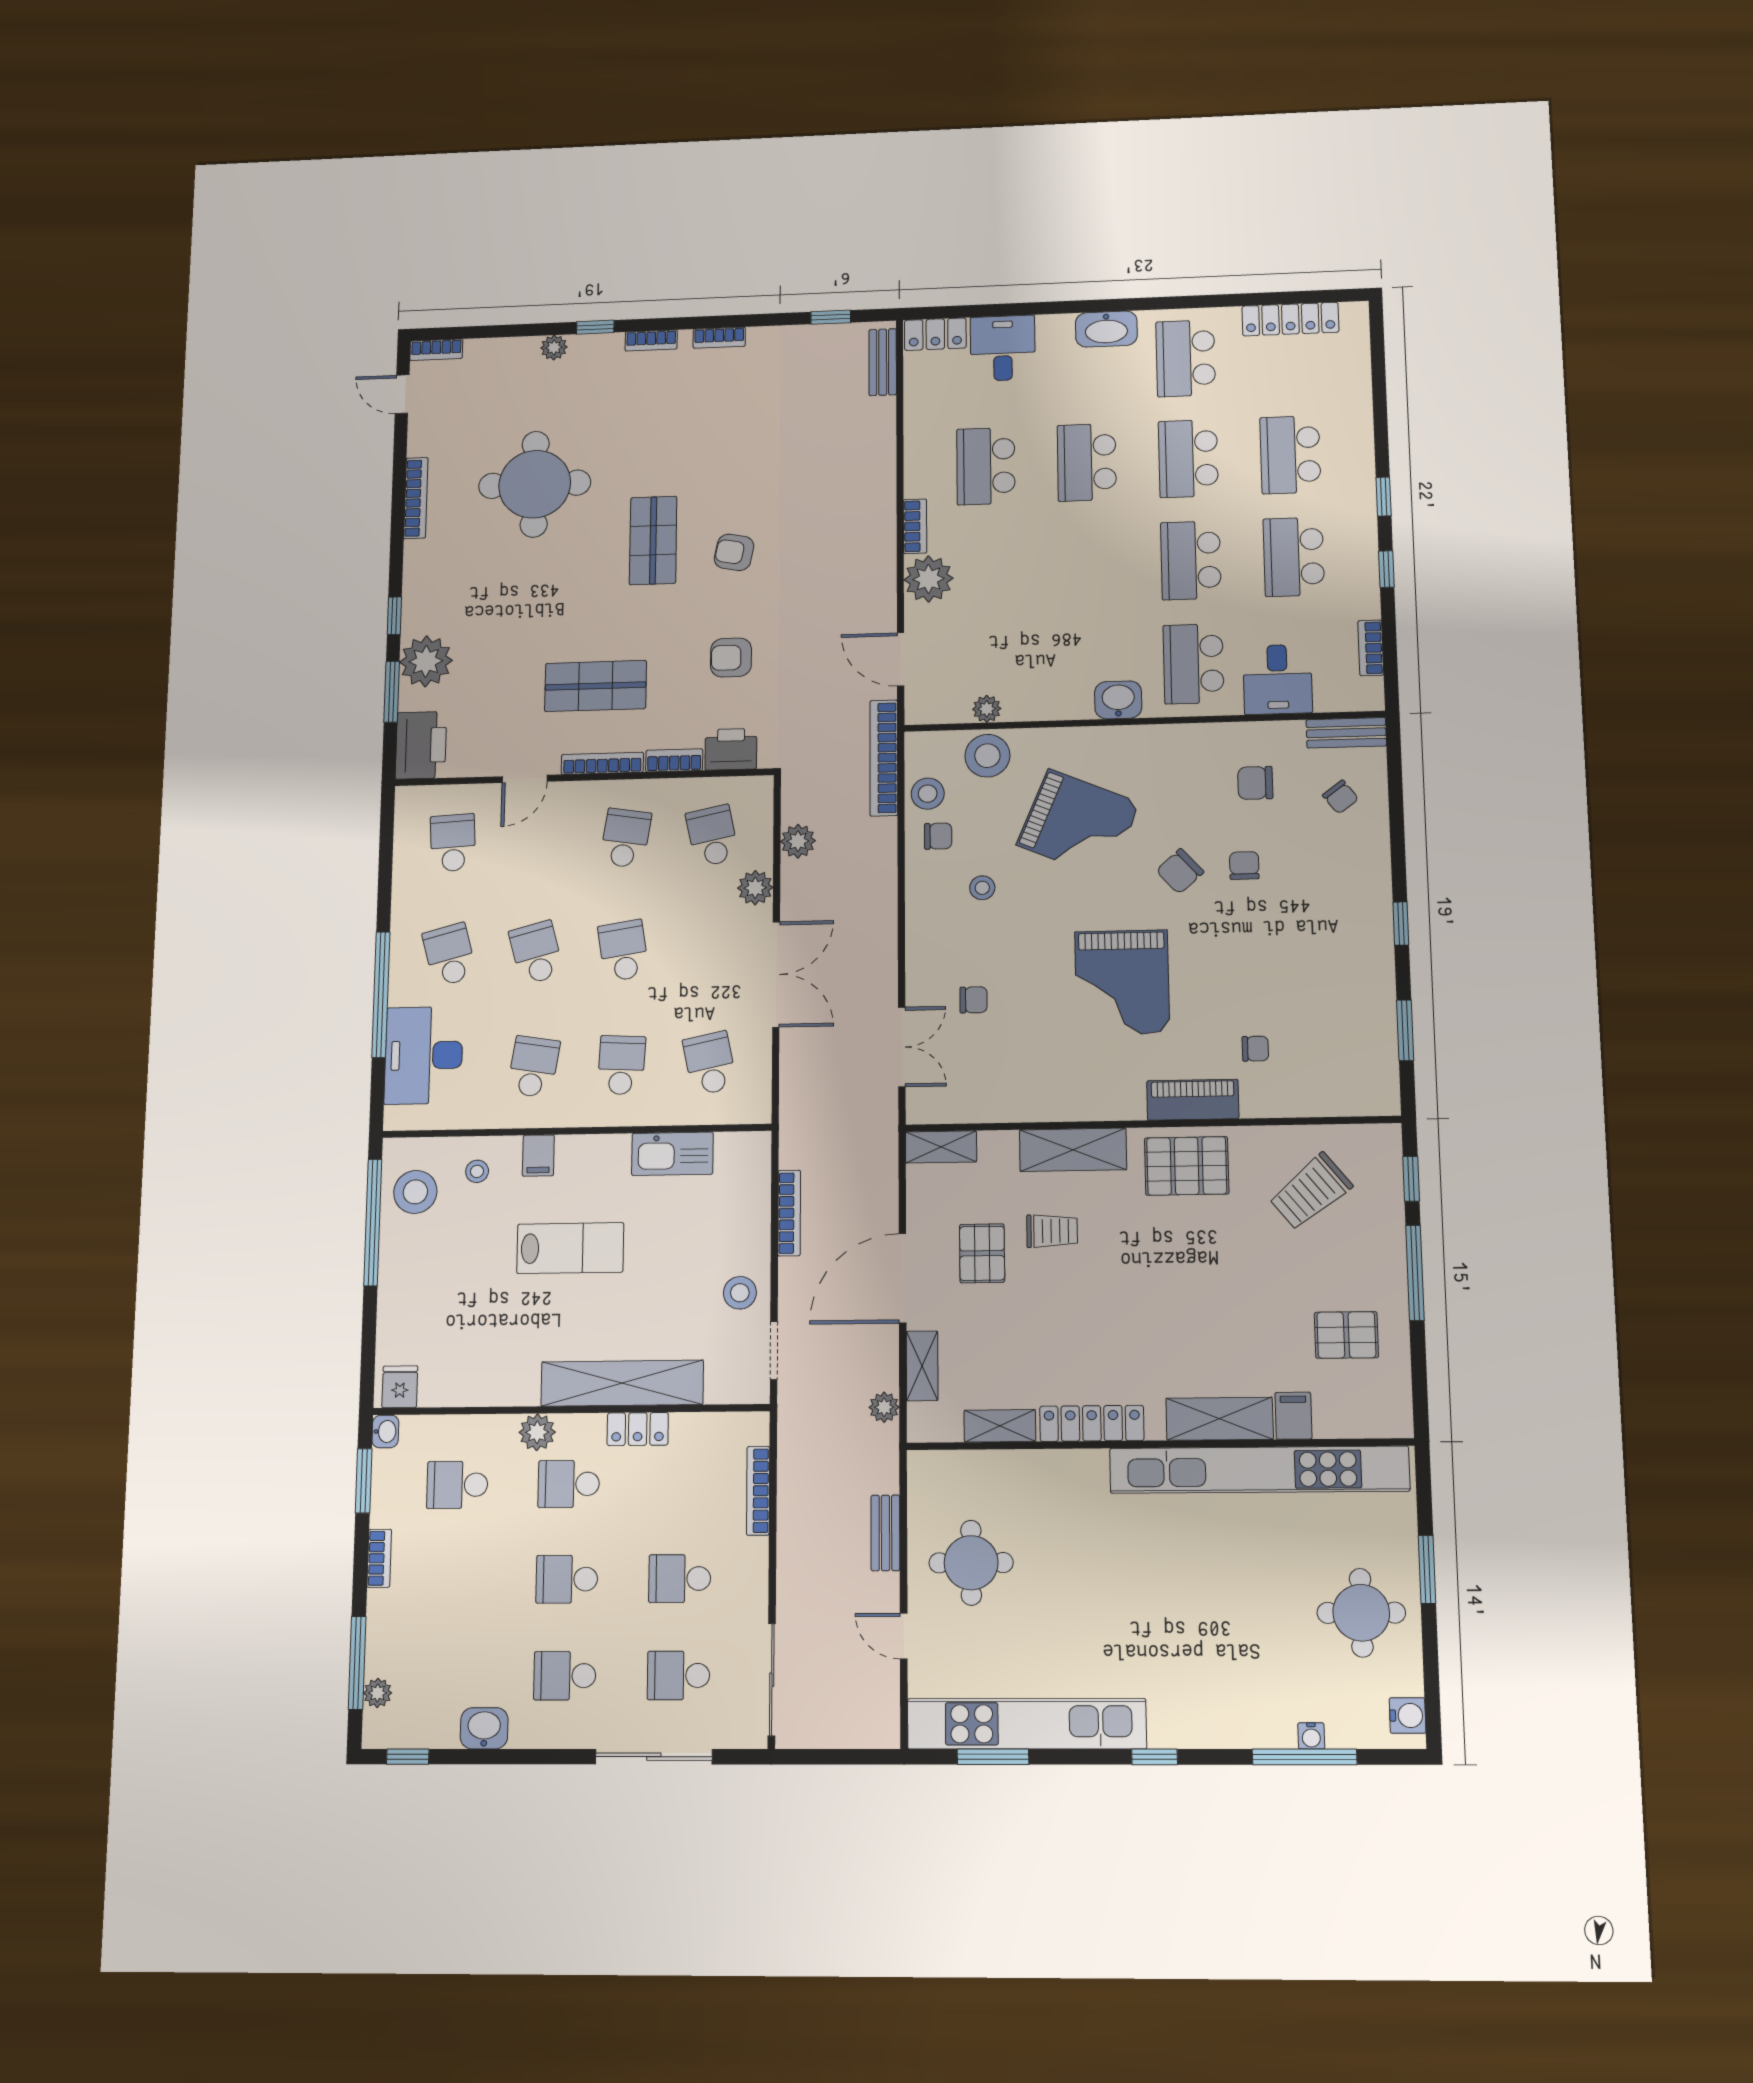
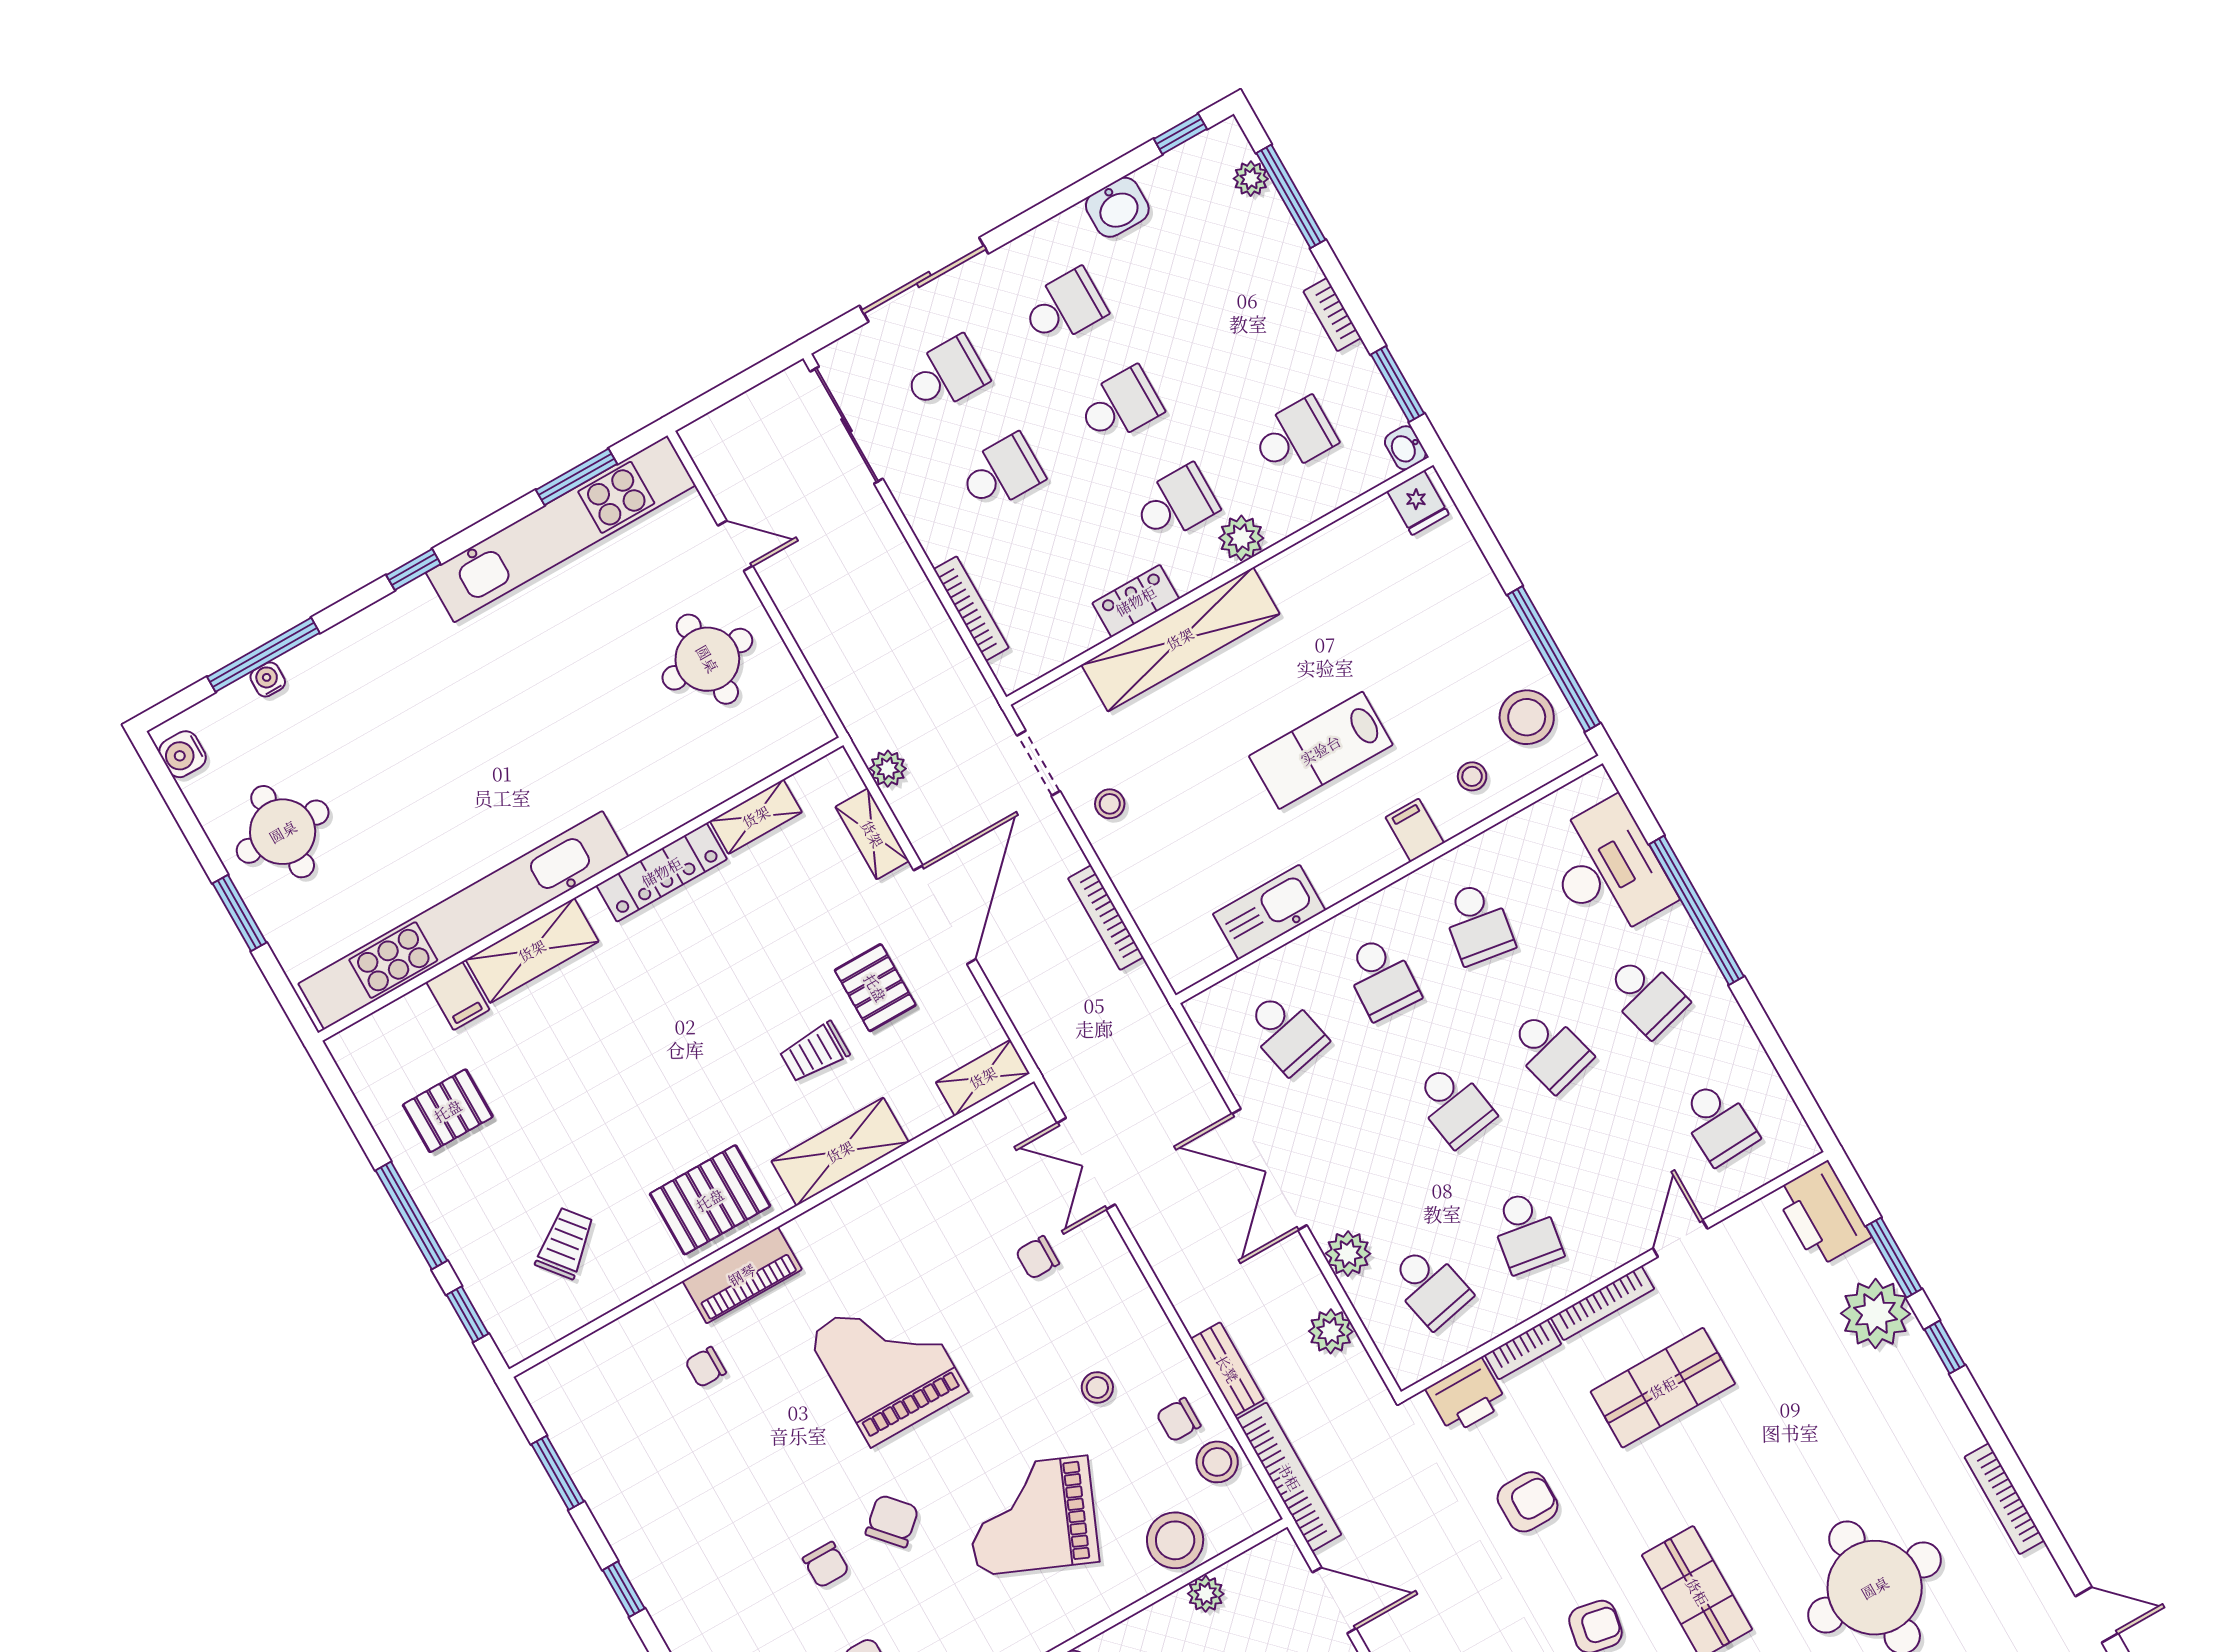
trolley: (1311, 1192) -> (565, 1243), width x0.73, depth x0.72
stool: (740, 1293) -> (1110, 804), width x0.73, depth x0.73
bench: (885, 1533) -> (1227, 1369), moved

